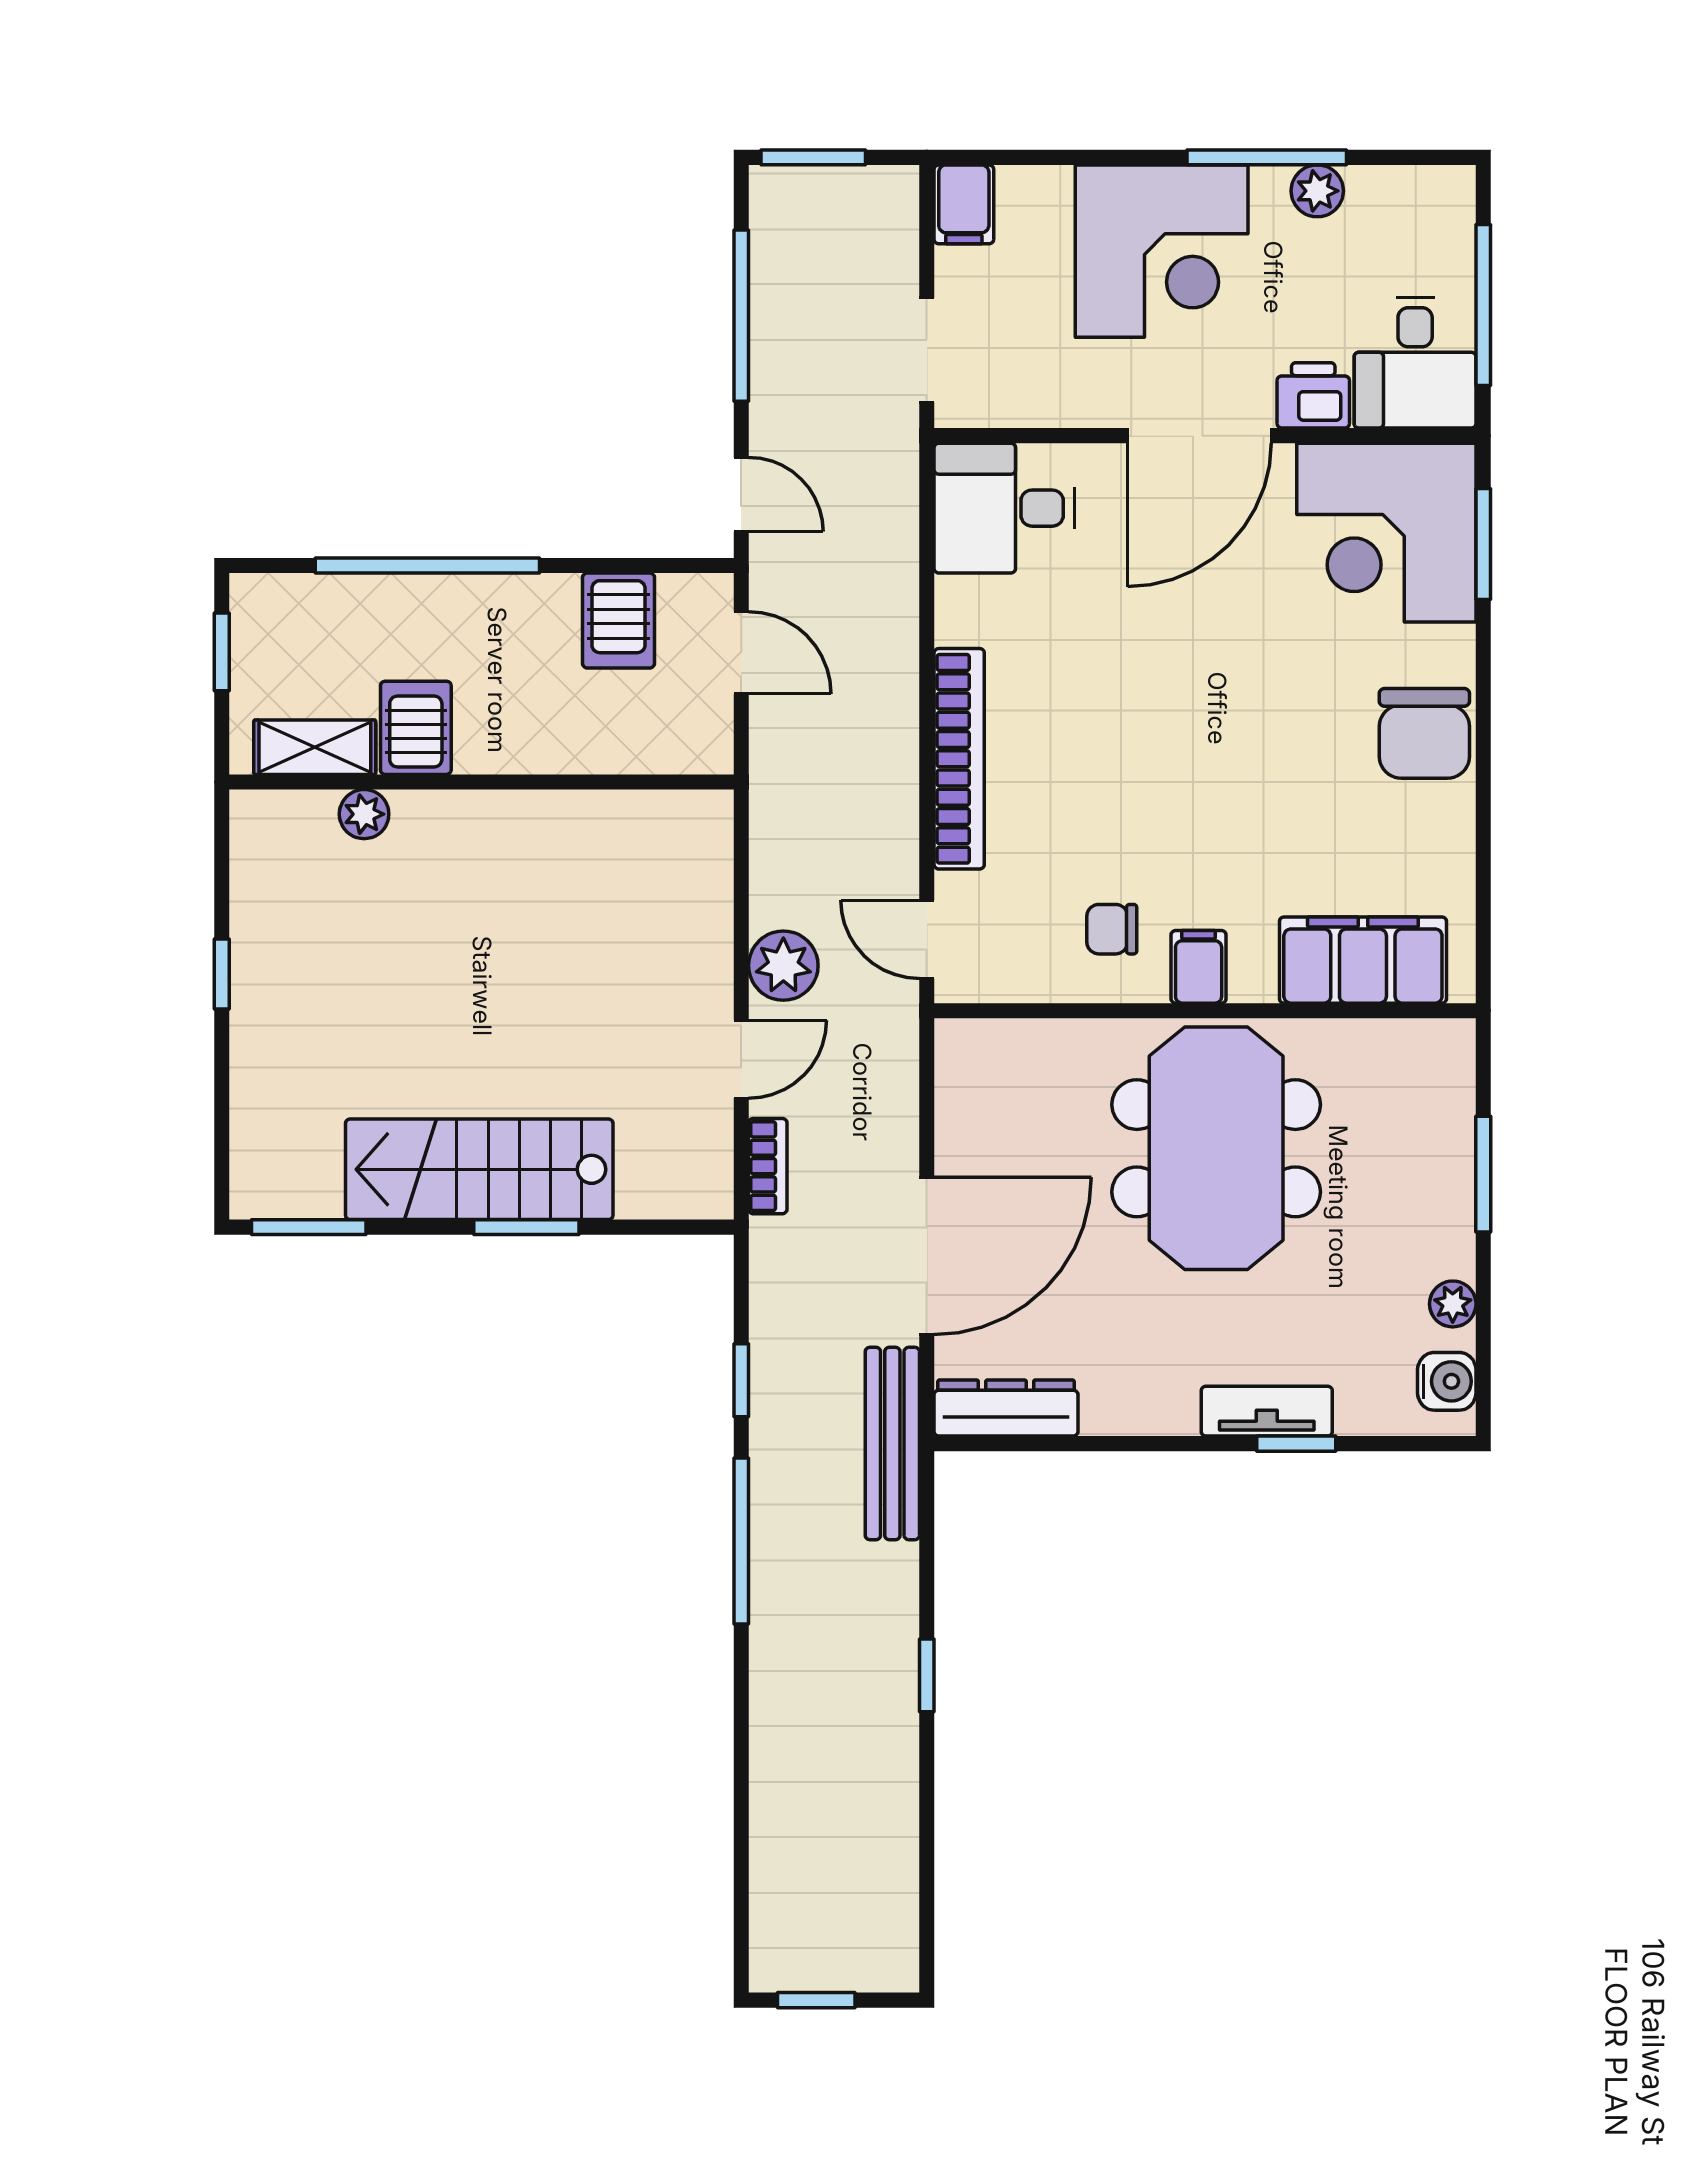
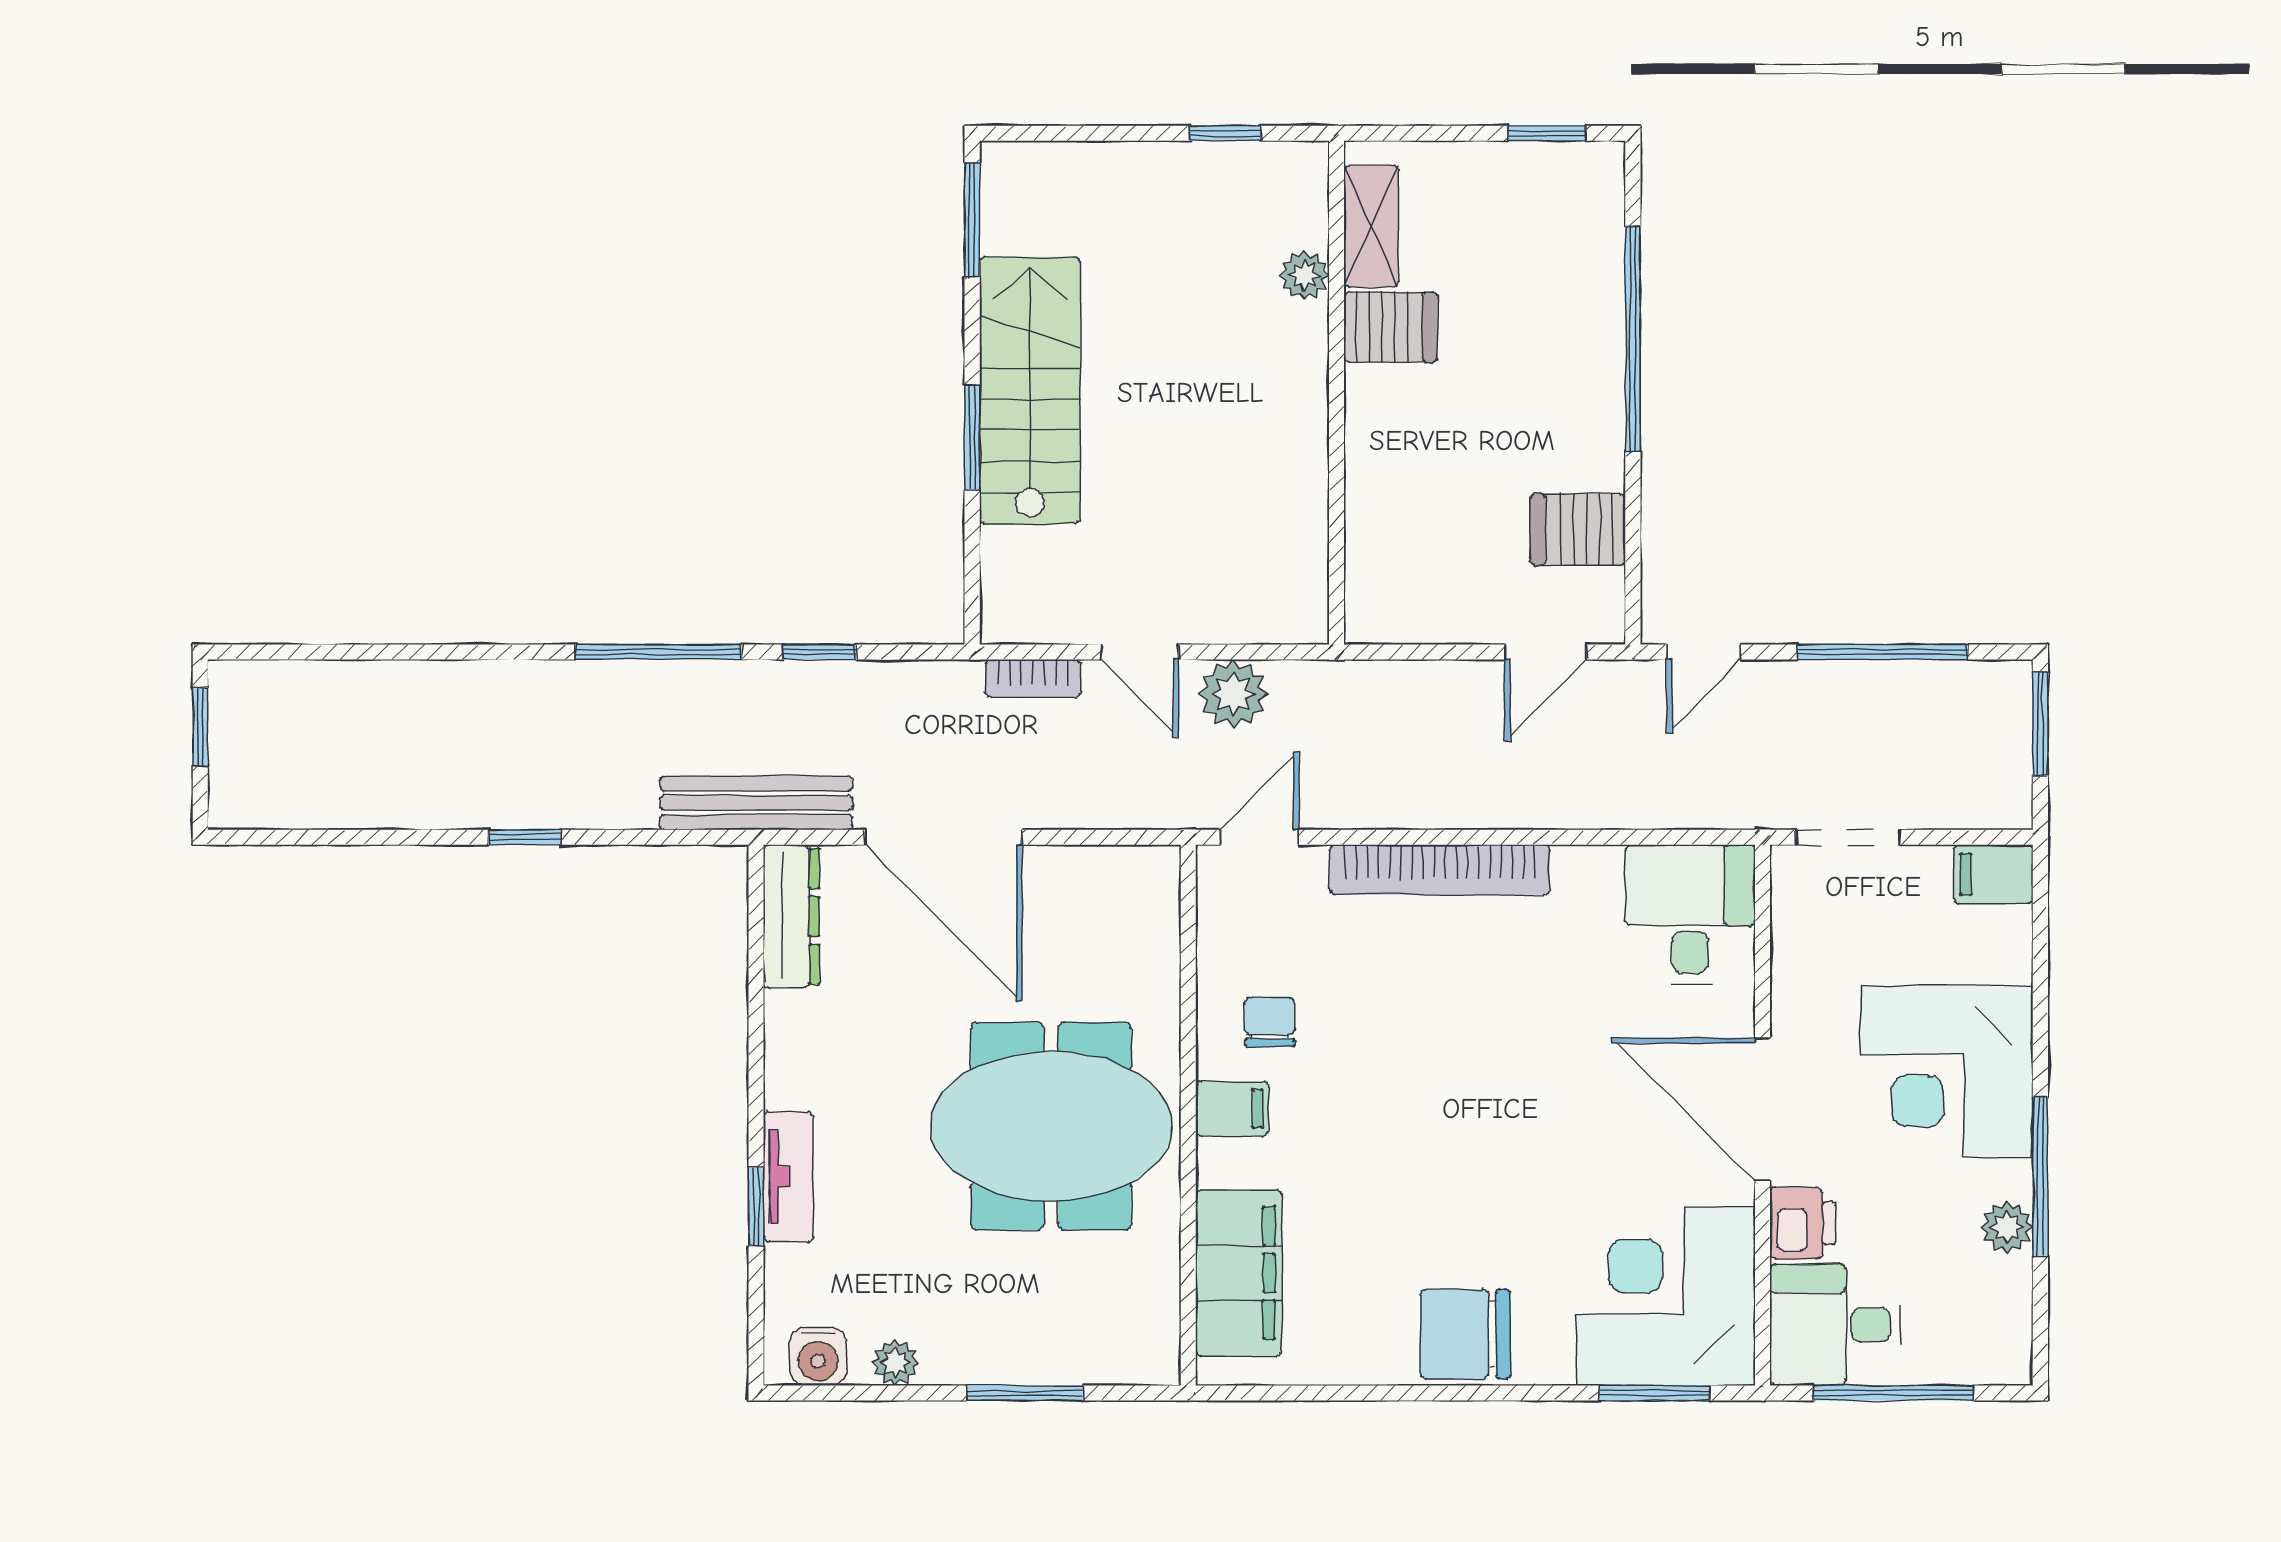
server rack: (416, 728) -> (1391, 327), moved
shelving: (315, 747) -> (1371, 226), moved
wall: (481, 782) -> (1336, 393), moved
plant: (364, 814) -> (1304, 275), moved

